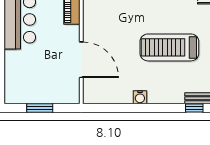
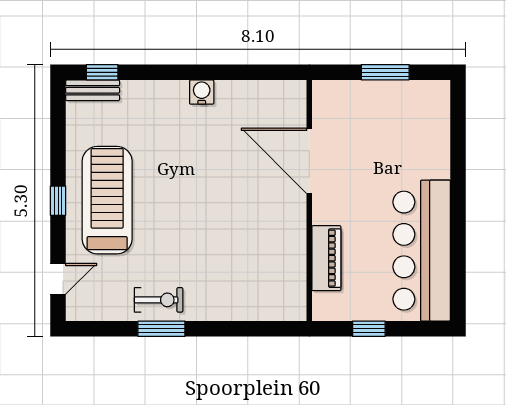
treadmill: (169, 47) -> (107, 200), moved, turned -90

